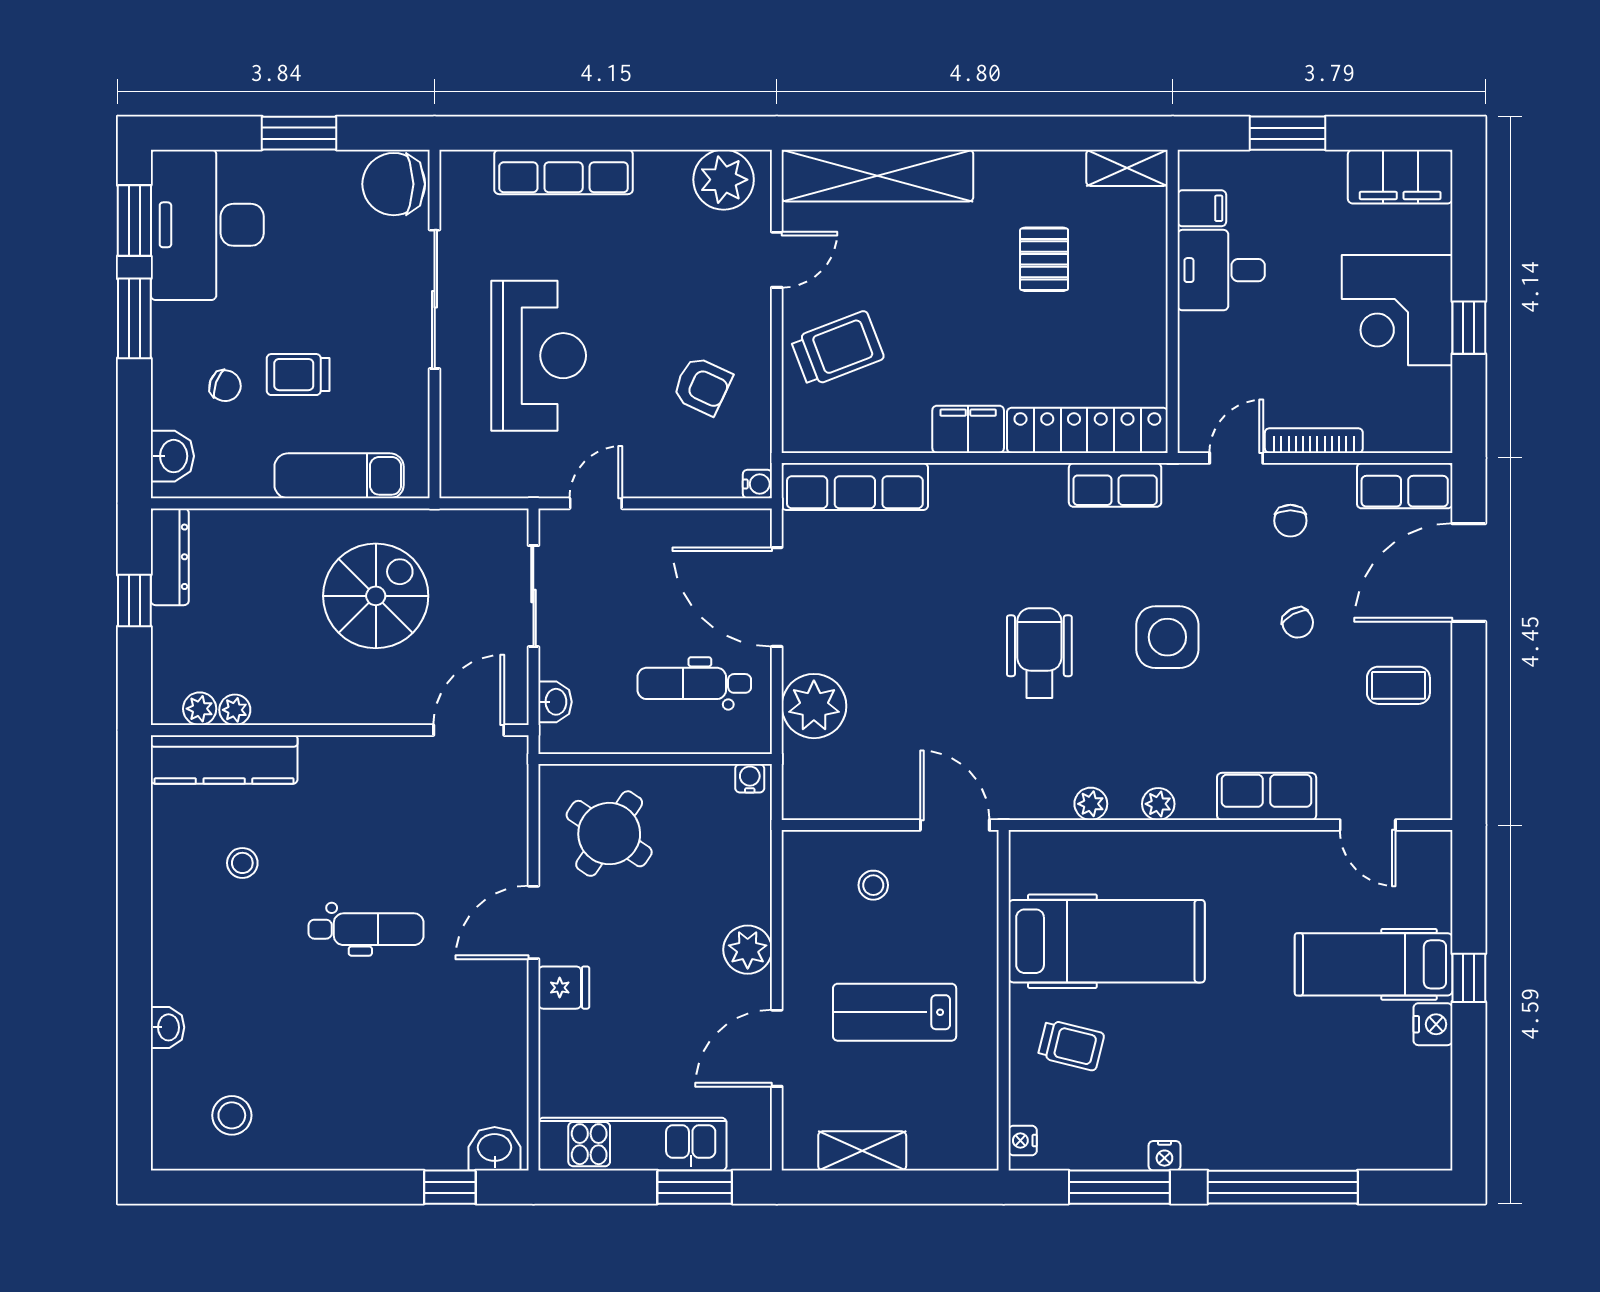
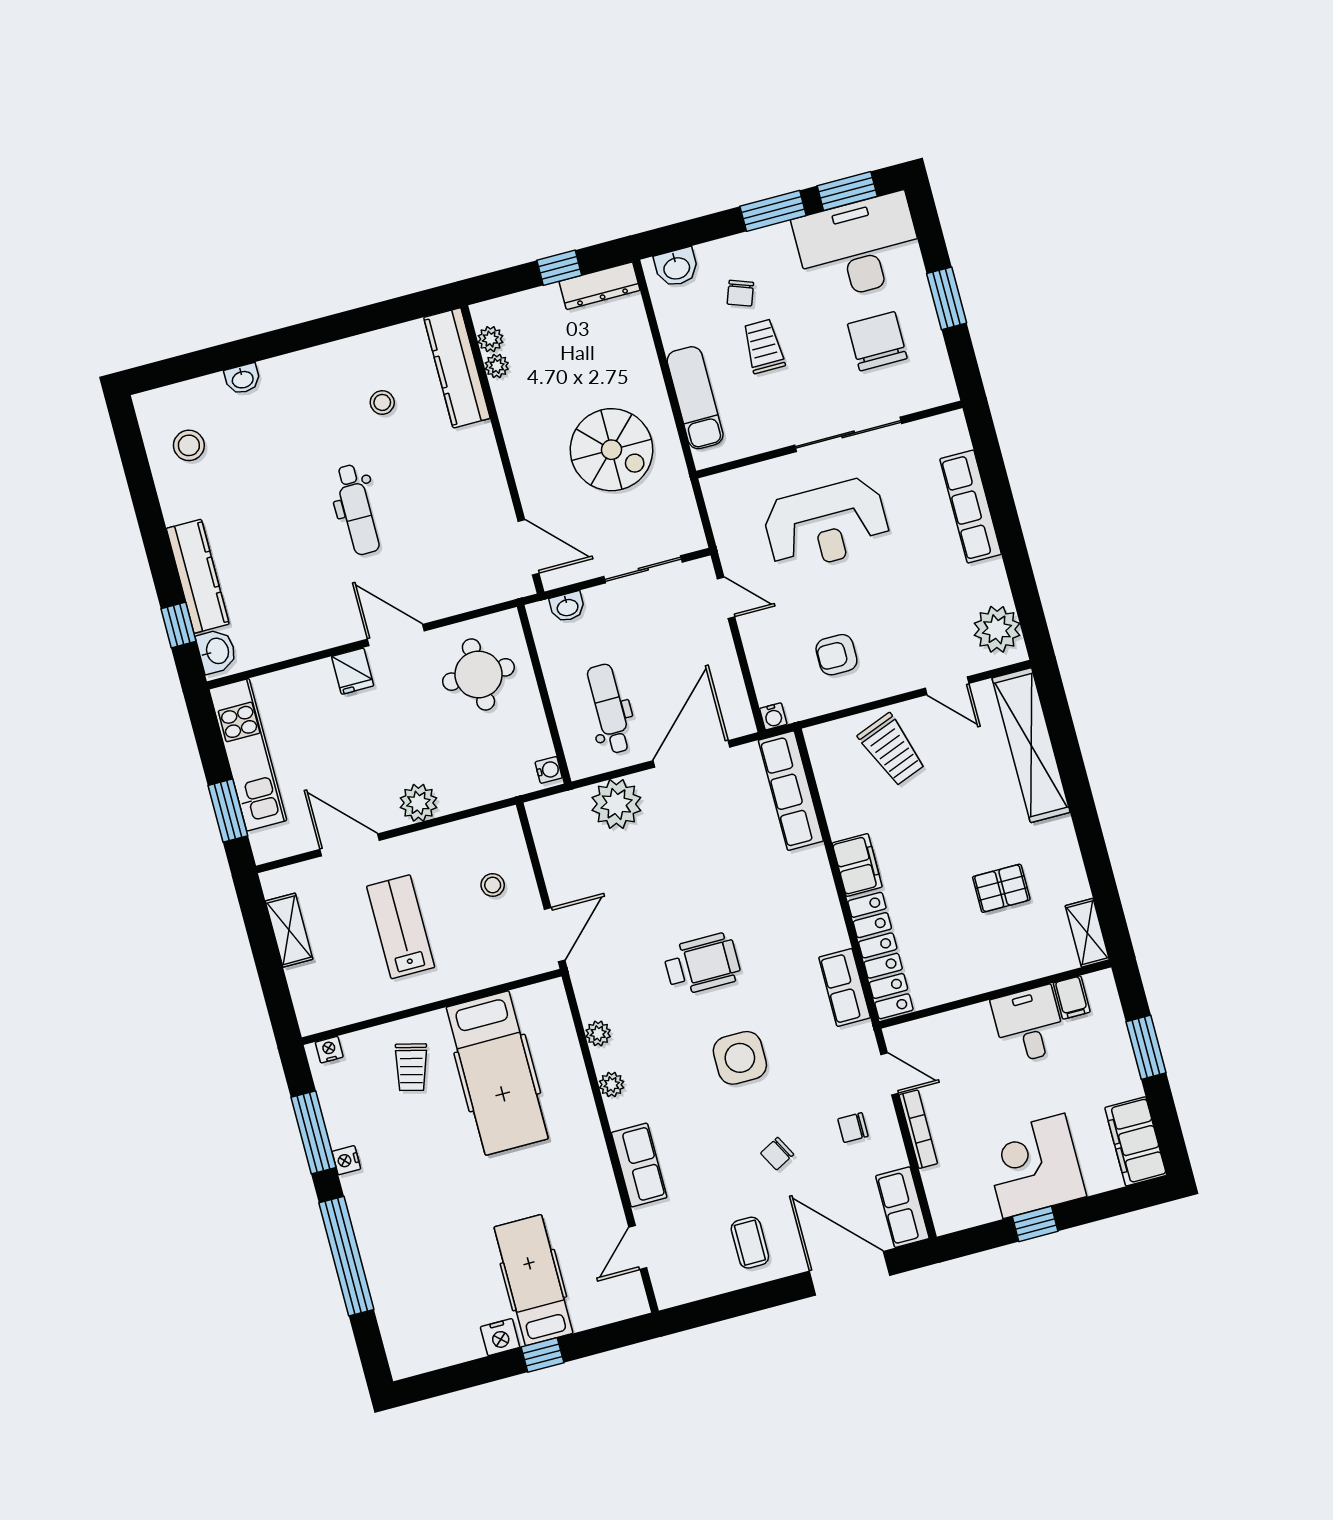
chair: (394, 184) -> (877, 341), moved
armchair: (702, 386) -> (836, 655), turned 65
round table: (609, 834) -> (478, 674), turned -34
kitchen counter: (396, 1147) -> (198, 576), added

